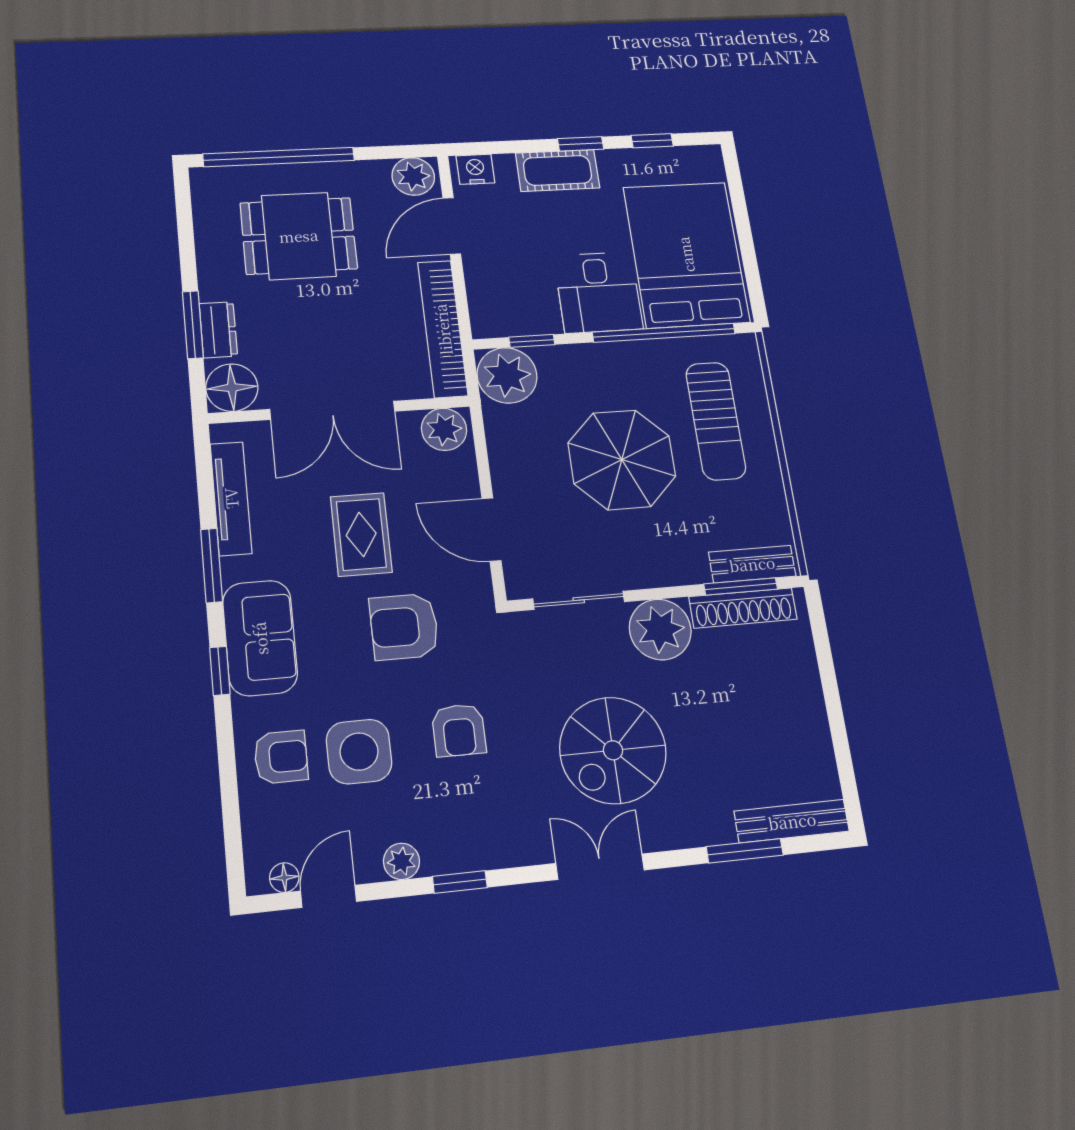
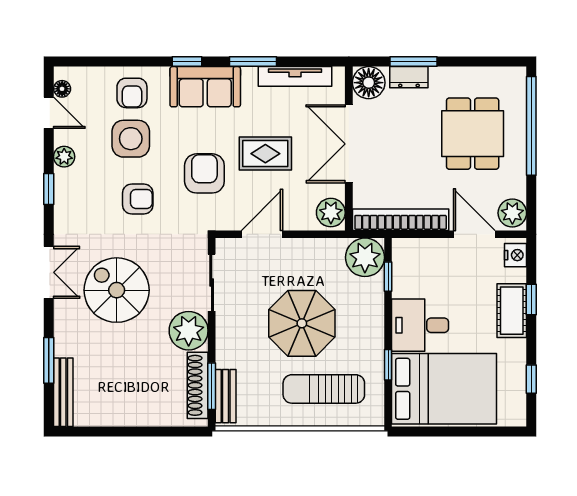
window: (581, 144) -> (531, 299), moved
window: (664, 333) -> (388, 365), width x0.32
armchair: (459, 730) -> (138, 199), turned 180

